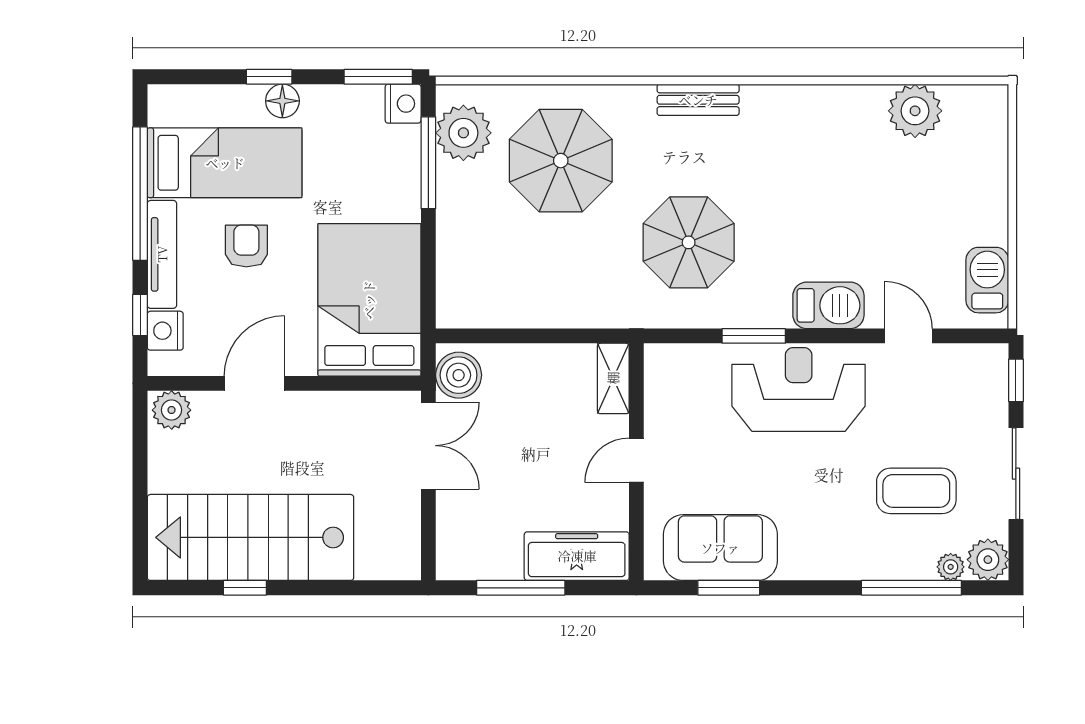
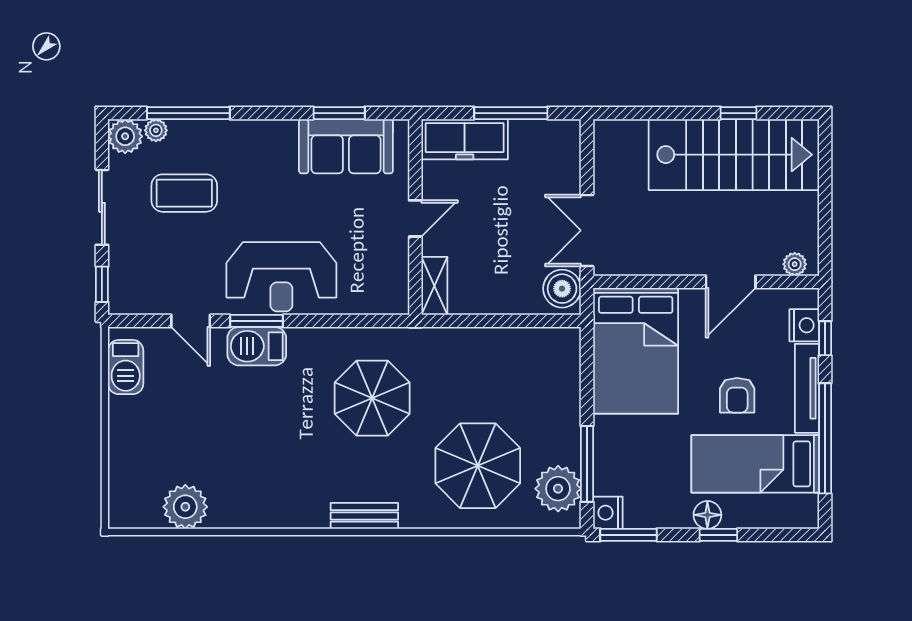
window: (754, 336) -> (256, 321), moved
plant: (172, 410) -> (795, 264), width x0.73, depth x0.73

